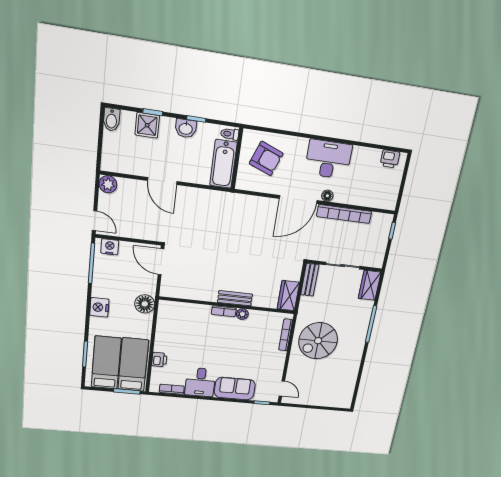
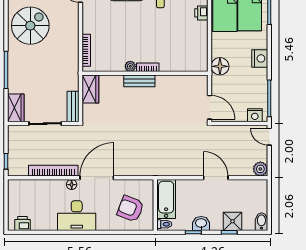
spiral stairs: (318, 341) -> (30, 26), moved

